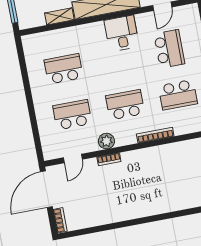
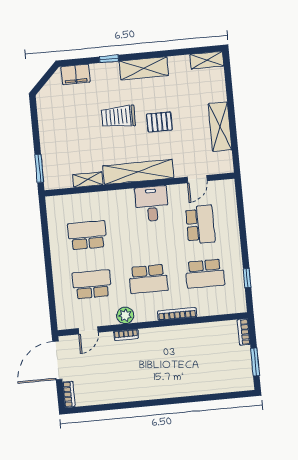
school desk: (125, 105) -> (148, 279), turned 180

